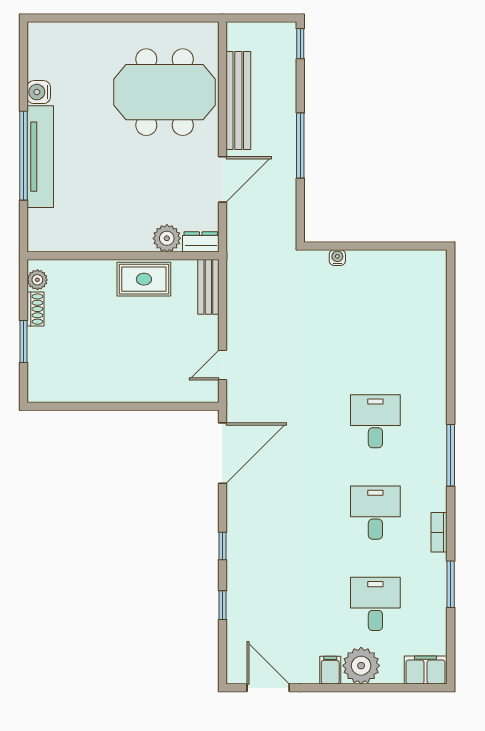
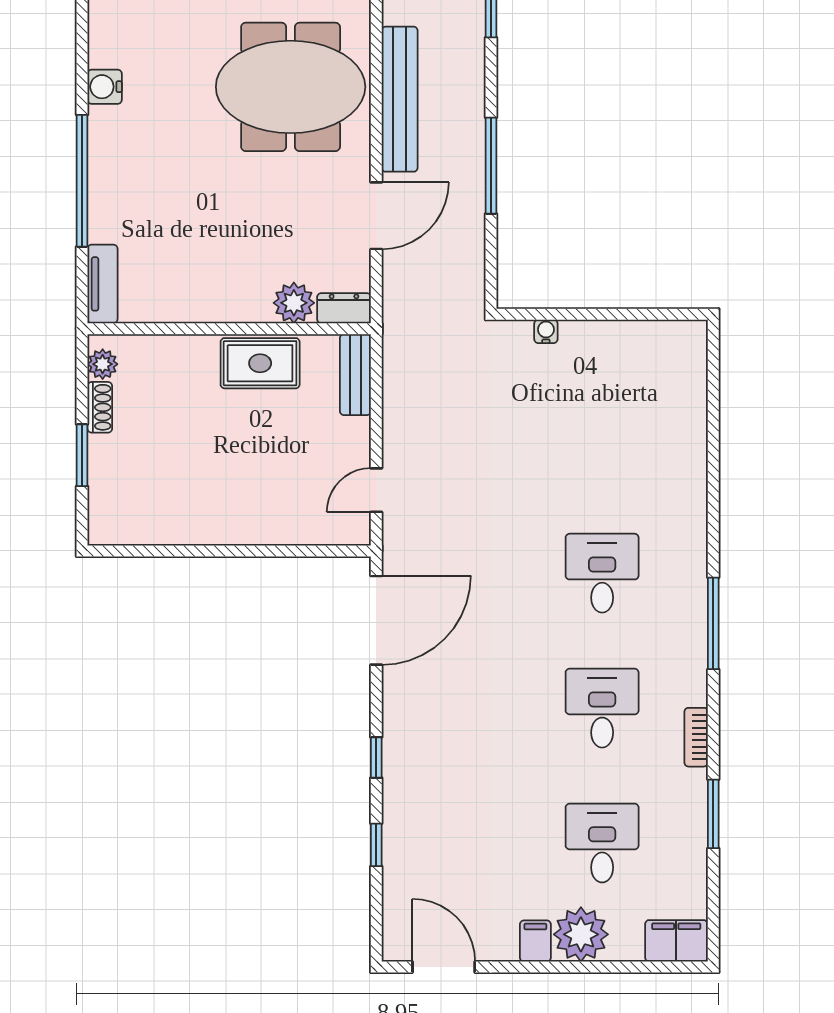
tv unit: (40, 157) -> (103, 284), moved, width x0.52, depth x0.78

